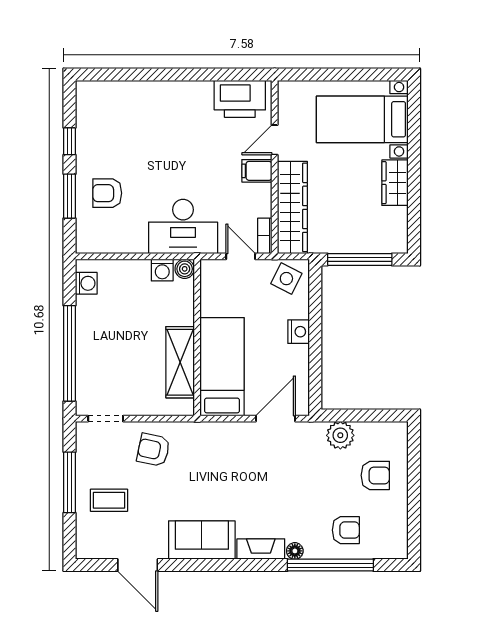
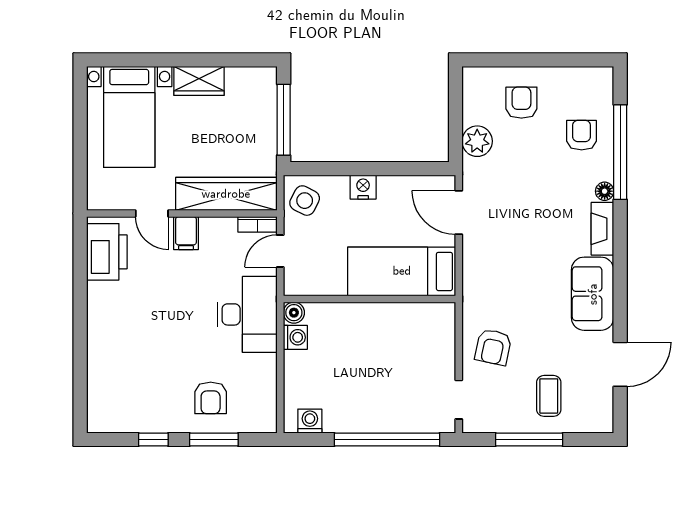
shelving: (180, 362) -> (397, 318), removed

